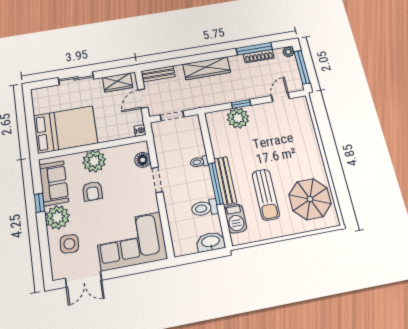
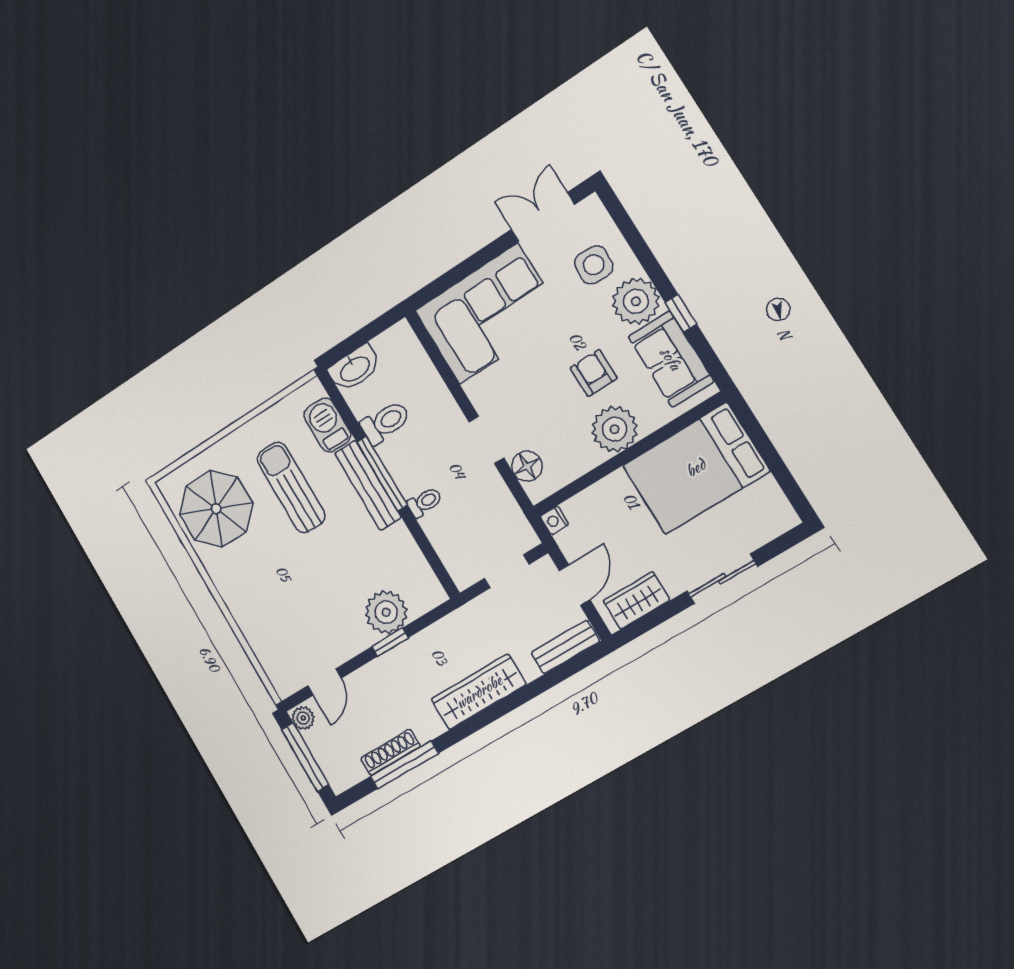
plant: (288, 52) -> (303, 718), moved

